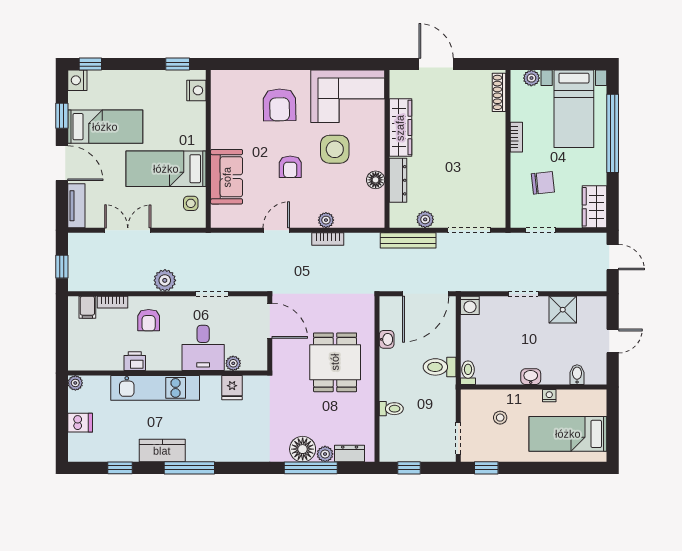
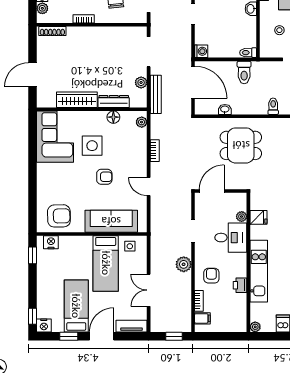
armchair: (279, 105) -> (59, 216), moved
sofa: (227, 177) -> (111, 221), width x1.36
plant: (326, 220) -> (142, 122), moved
armchair: (149, 320) -> (211, 276), turned -90

